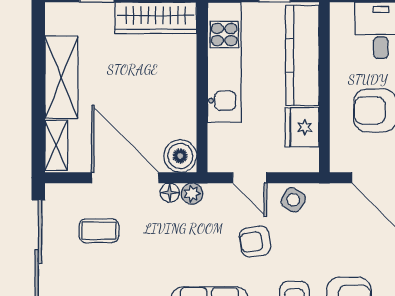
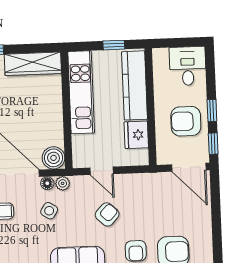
side table: (293, 200) -> (49, 211), moved
armchair: (255, 242) -> (107, 214), turned 142

